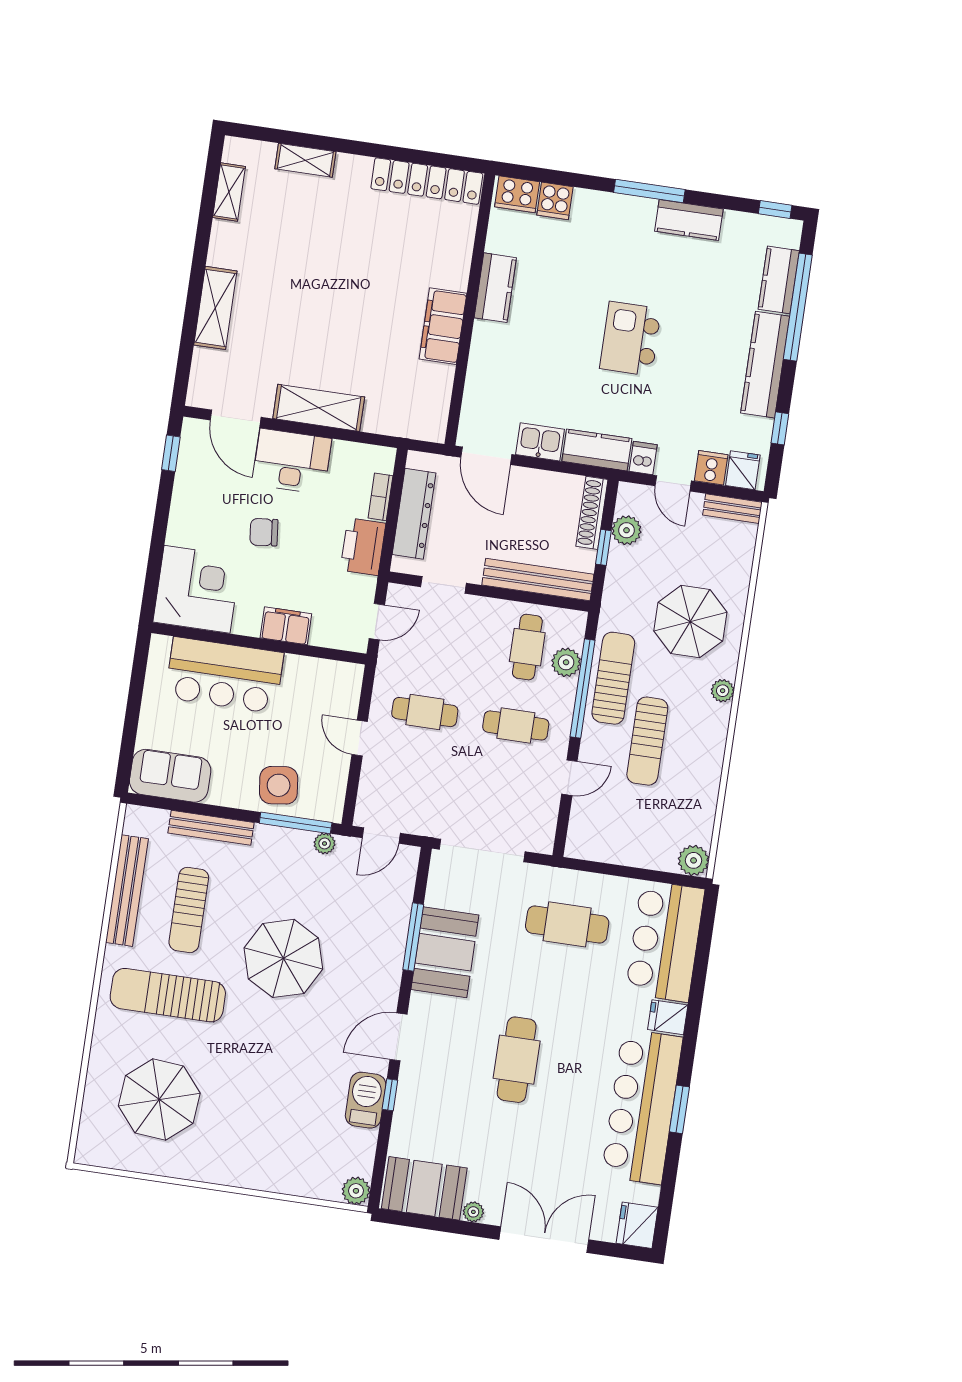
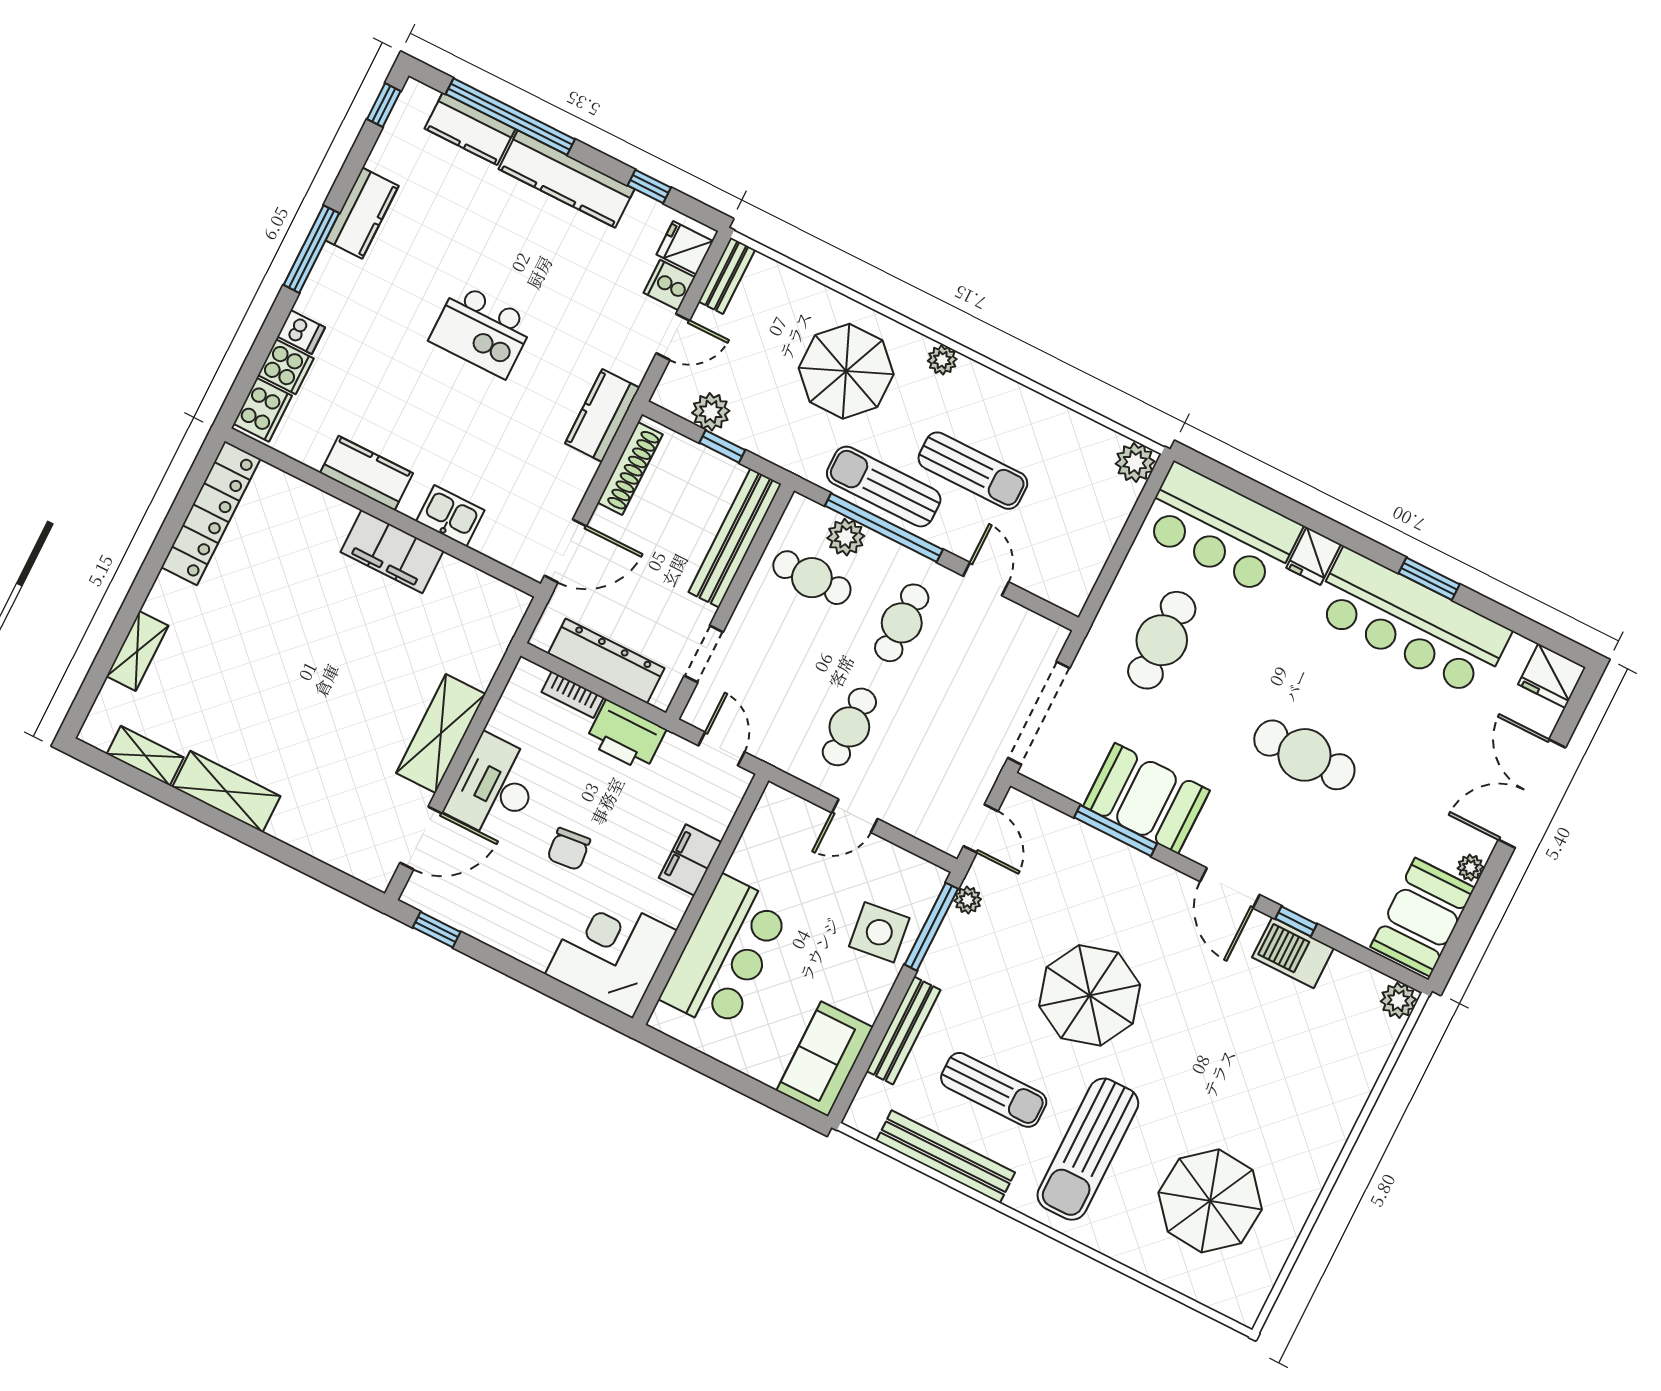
shelving: (215, 308) -> (226, 792), moved
kitchen sink: (540, 442) -> (450, 516), moved, turned 90
dishwasher: (643, 458) -> (301, 332), moved, turned 180
shoe rack: (592, 513) -> (630, 469), moved, turned -90

